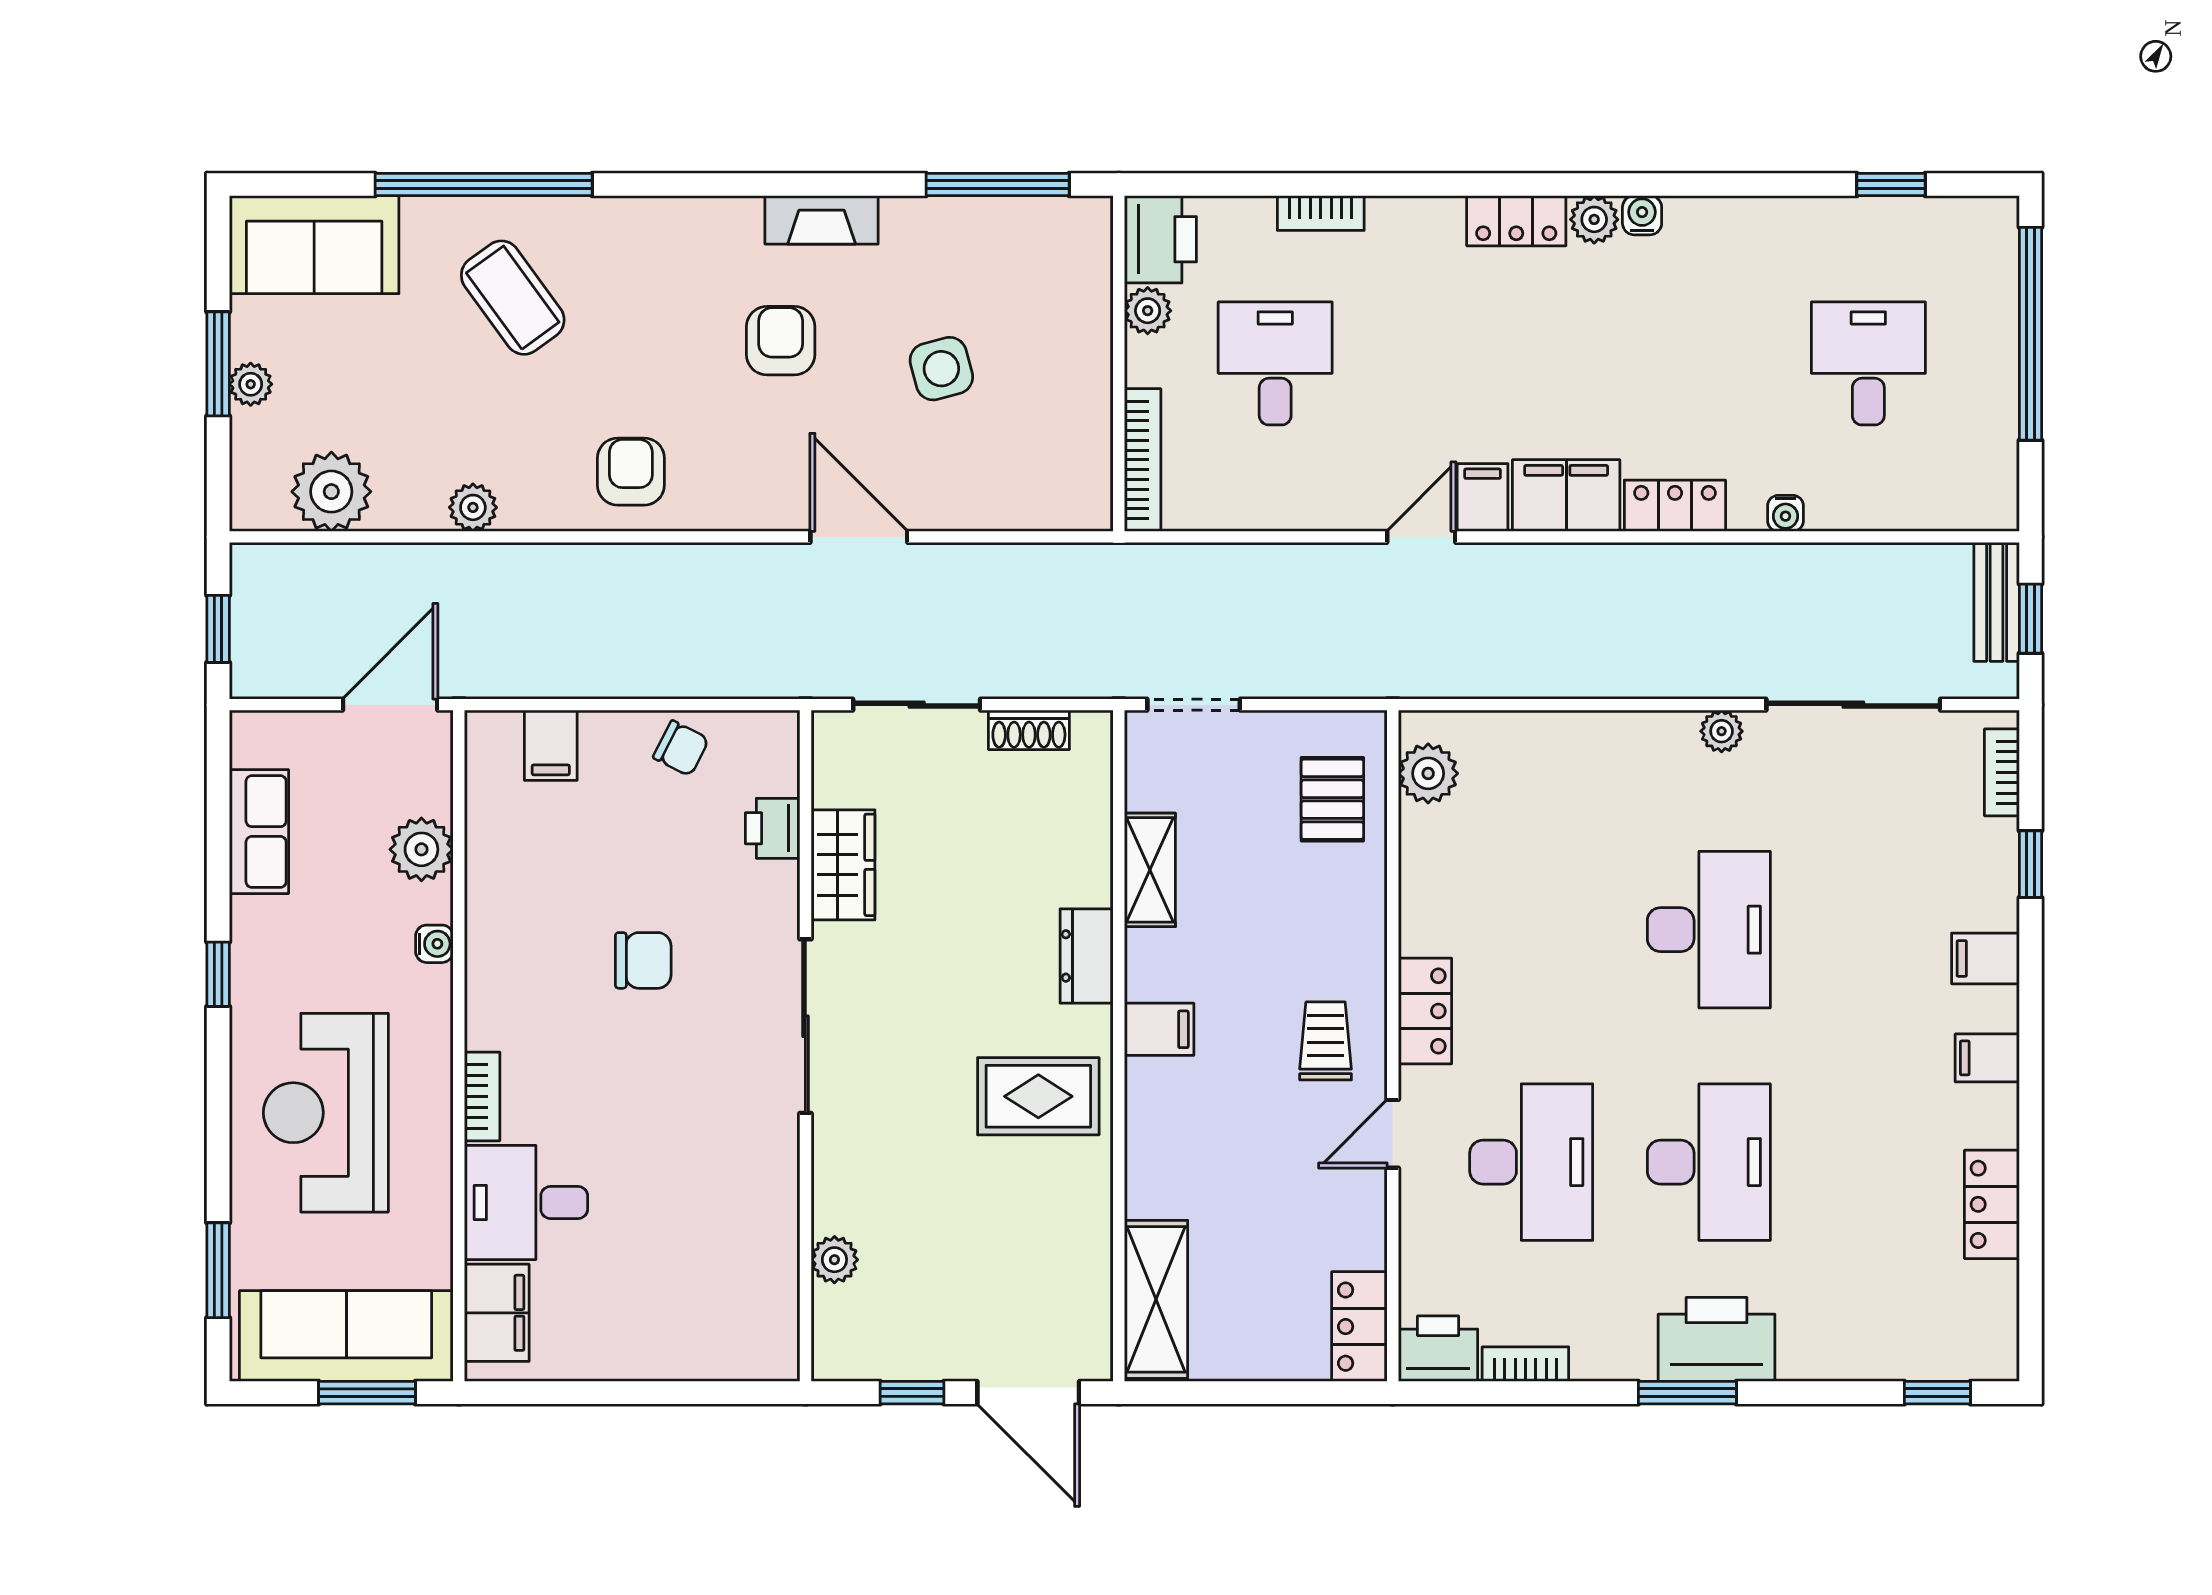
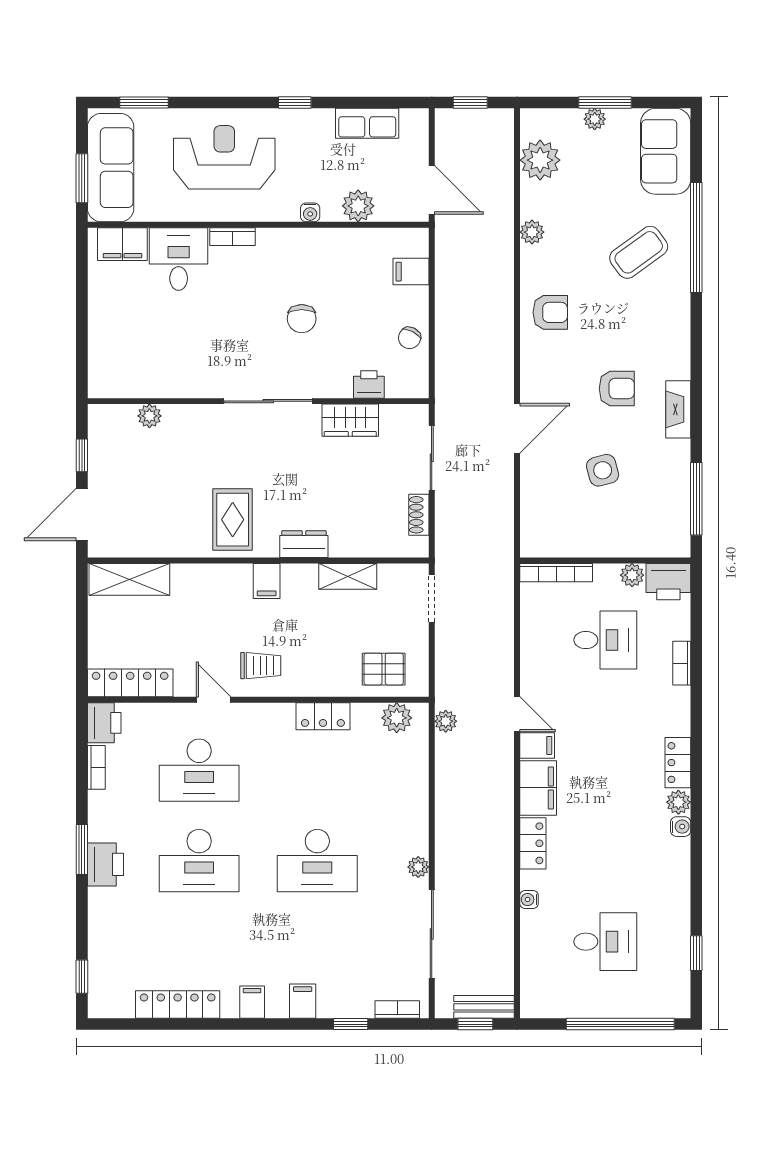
plant: (1435, 677) -> (446, 721), added
locker: (1425, 1011) -> (323, 716), moved
locker: (1992, 1204) -> (178, 1004), width x1.53
locker: (1359, 1327) -> (130, 683), width x1.53
printer: (1717, 1339) -> (105, 864), width x0.73, depth x0.84

